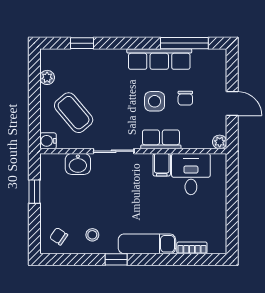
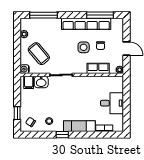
window: (82, 43) -> (43, 15), width x2.17
row of seats: (159, 59) -> (86, 24), width x1.36
row of seats: (161, 139) -> (98, 68), moved
filing cabinet: (162, 165) -> (29, 82), moved
desk: (191, 174) -> (112, 103), moved, turned 90
window: (34, 192) -> (17, 113), moved

